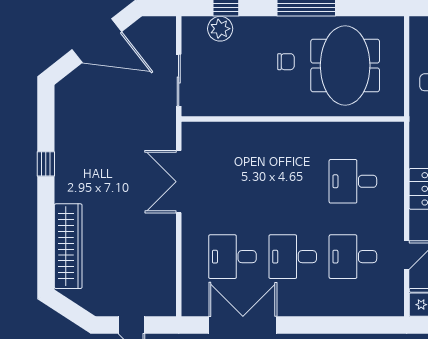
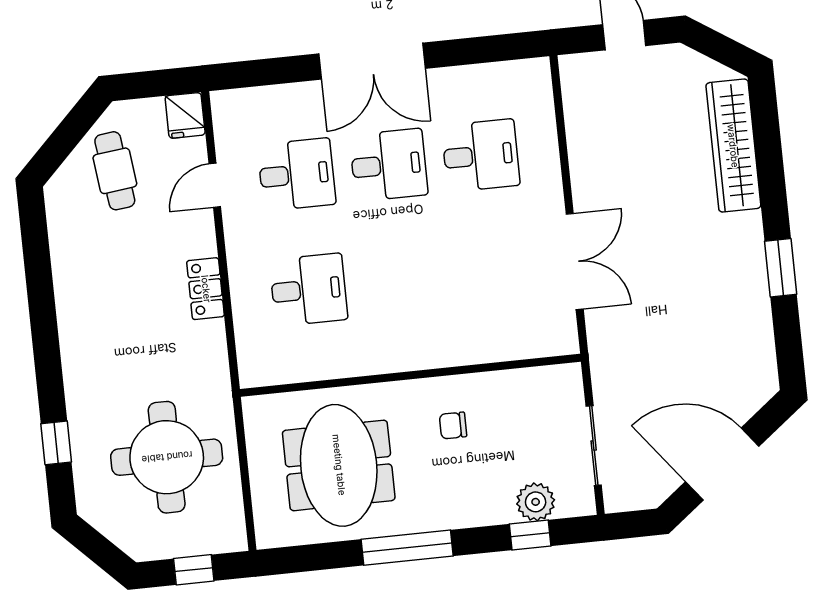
chair: (286, 62) -> (453, 425), moved
sliding door: (179, 80) -> (594, 445), moved
window: (46, 164) -> (781, 268), width x1.50
double door: (243, 325) -> (372, 61), moved

